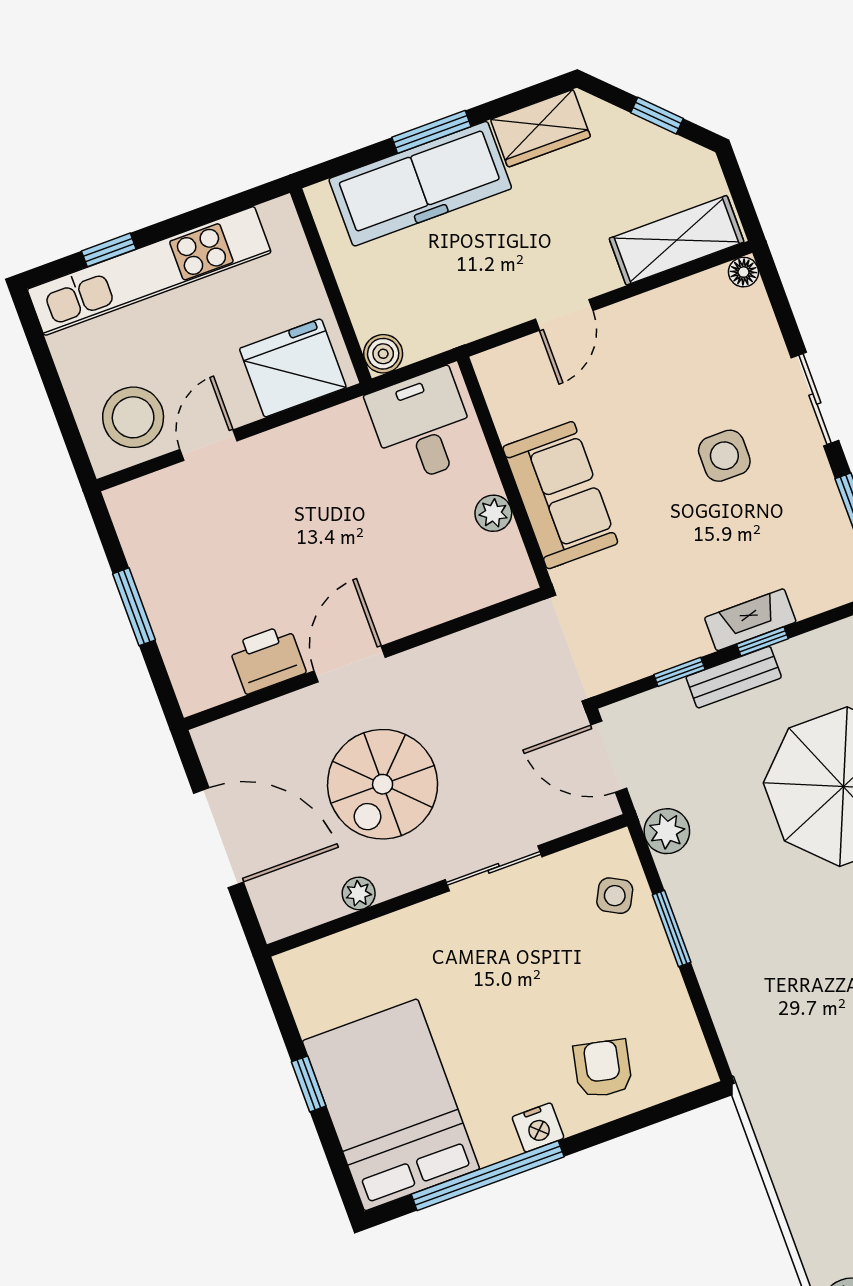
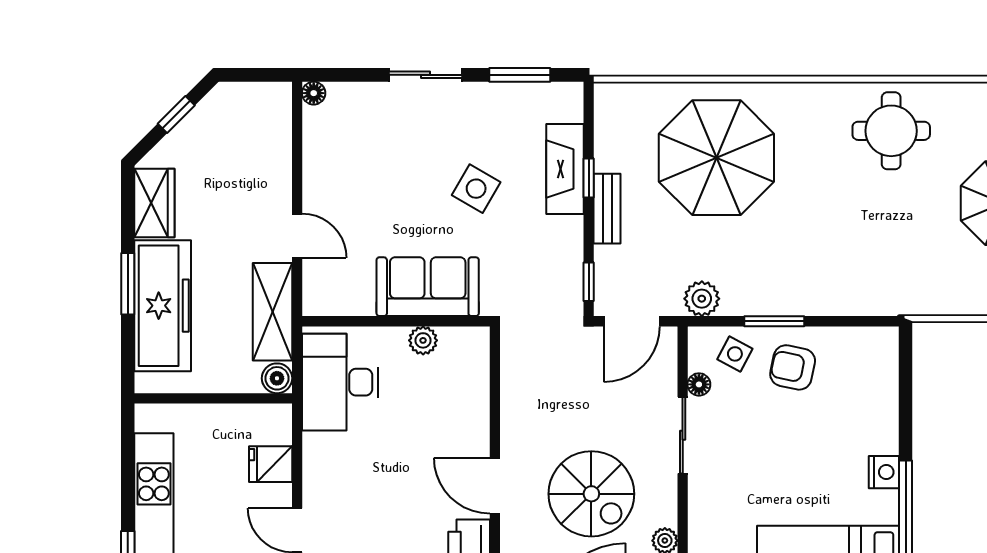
shelving: (677, 240) -> (273, 312), moved
fridge: (293, 368) -> (271, 464), width x0.53, depth x0.75
desk: (422, 426) -> (340, 382), width x1.37
side table: (724, 456) -> (476, 189), moved, turned 30
fireplace: (750, 620) -> (565, 169), width x1.37, depth x1.32
window: (679, 672) -> (589, 282), moved
floor lamp: (562, 866) -> (699, 384), added
armchair: (603, 1069) -> (793, 367), moved

